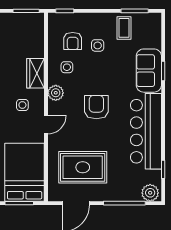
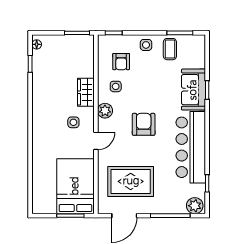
side table: (98, 45) -> (146, 45), moved

